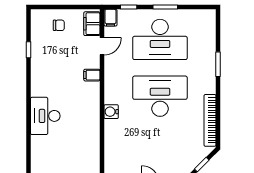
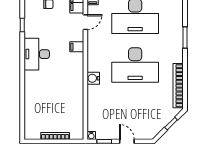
desk: (160, 96) -> (135, 65), turned 180
desk: (45, 116) -> (37, 54), moved

